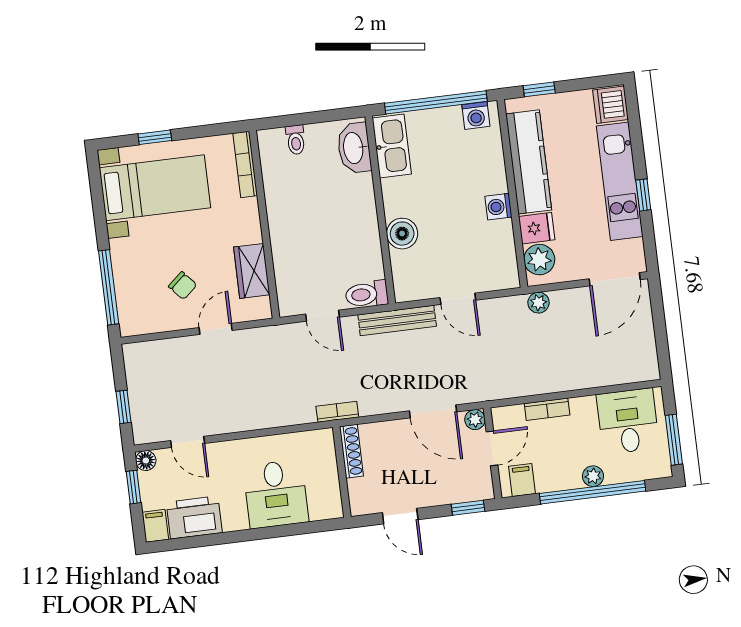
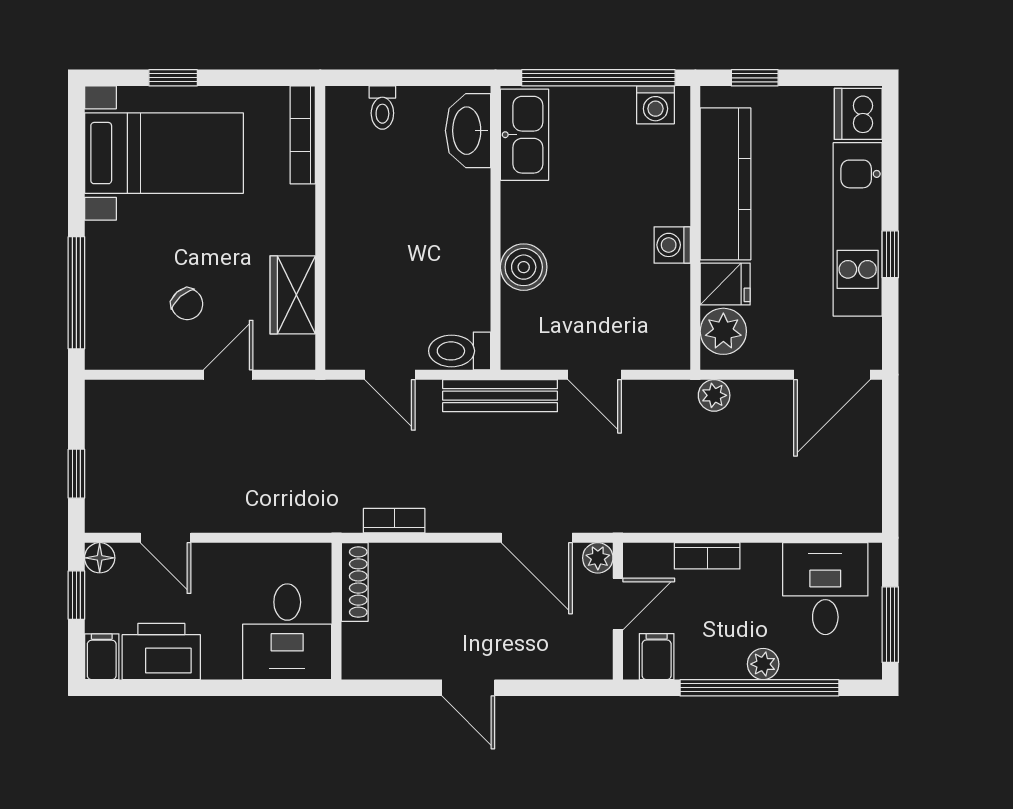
shoe rack: (351, 451) -> (355, 582), moved
wall: (342, 472) -> (337, 611), moved
window: (468, 508) -> (571, 688), removed

